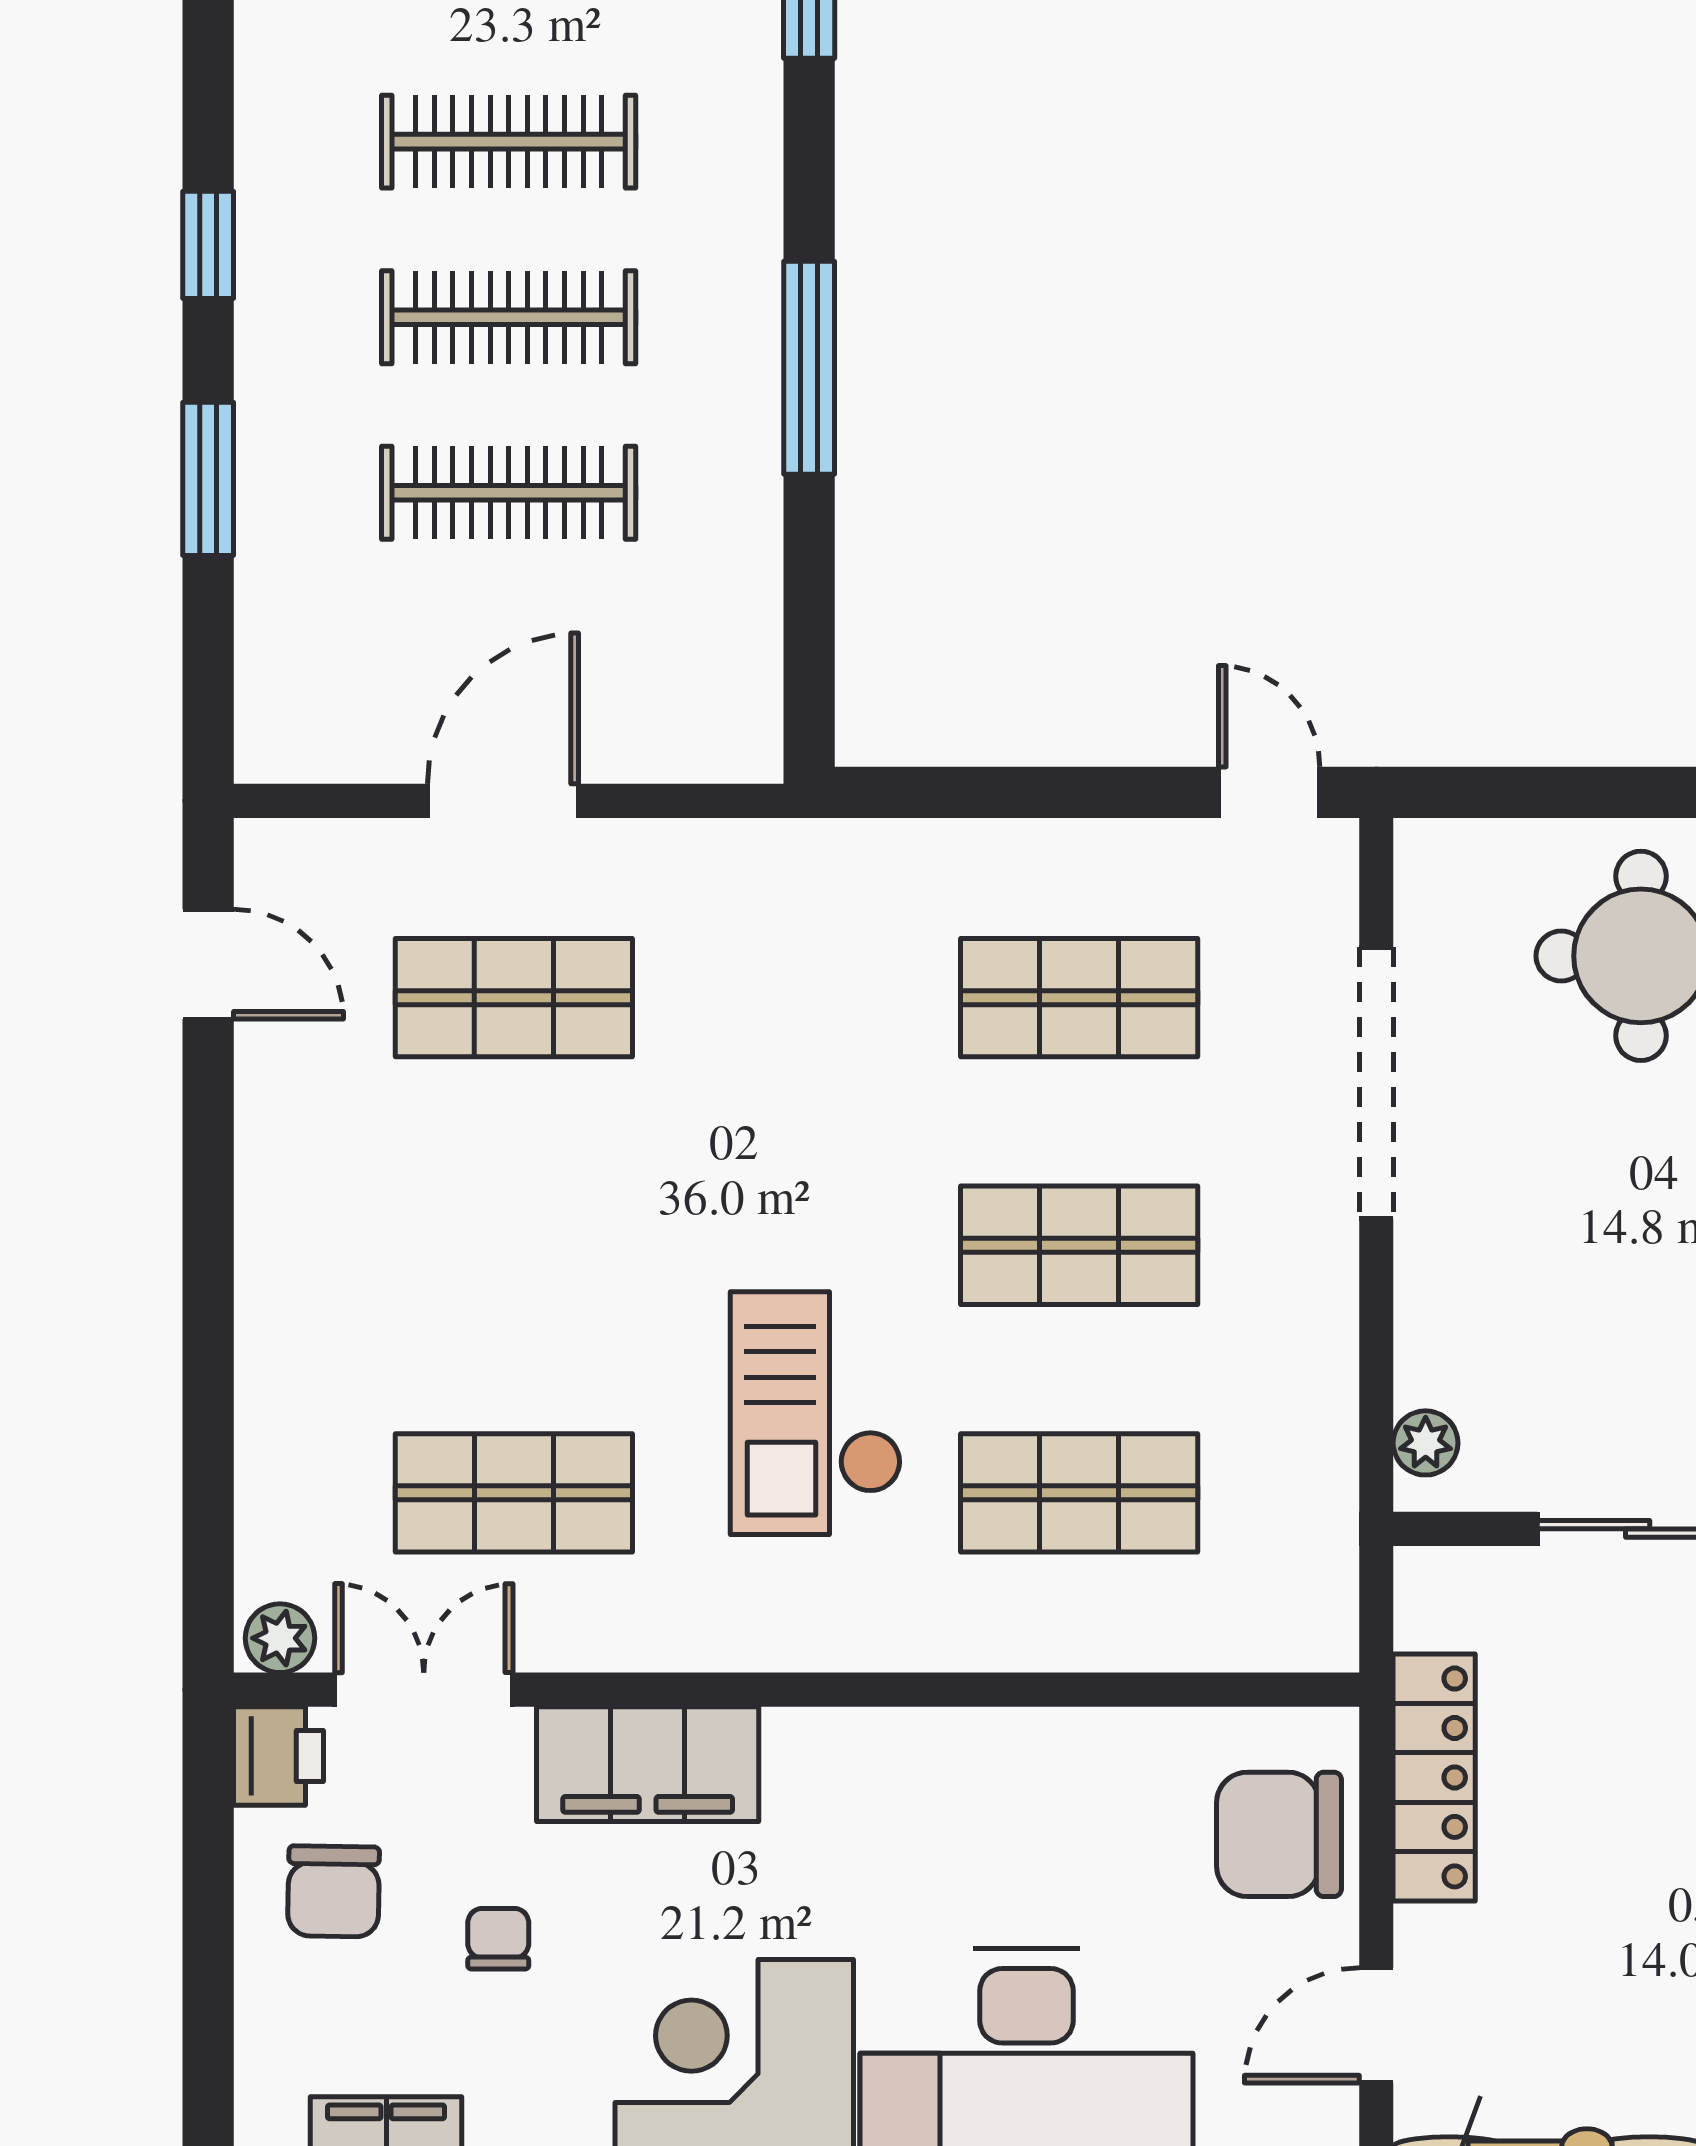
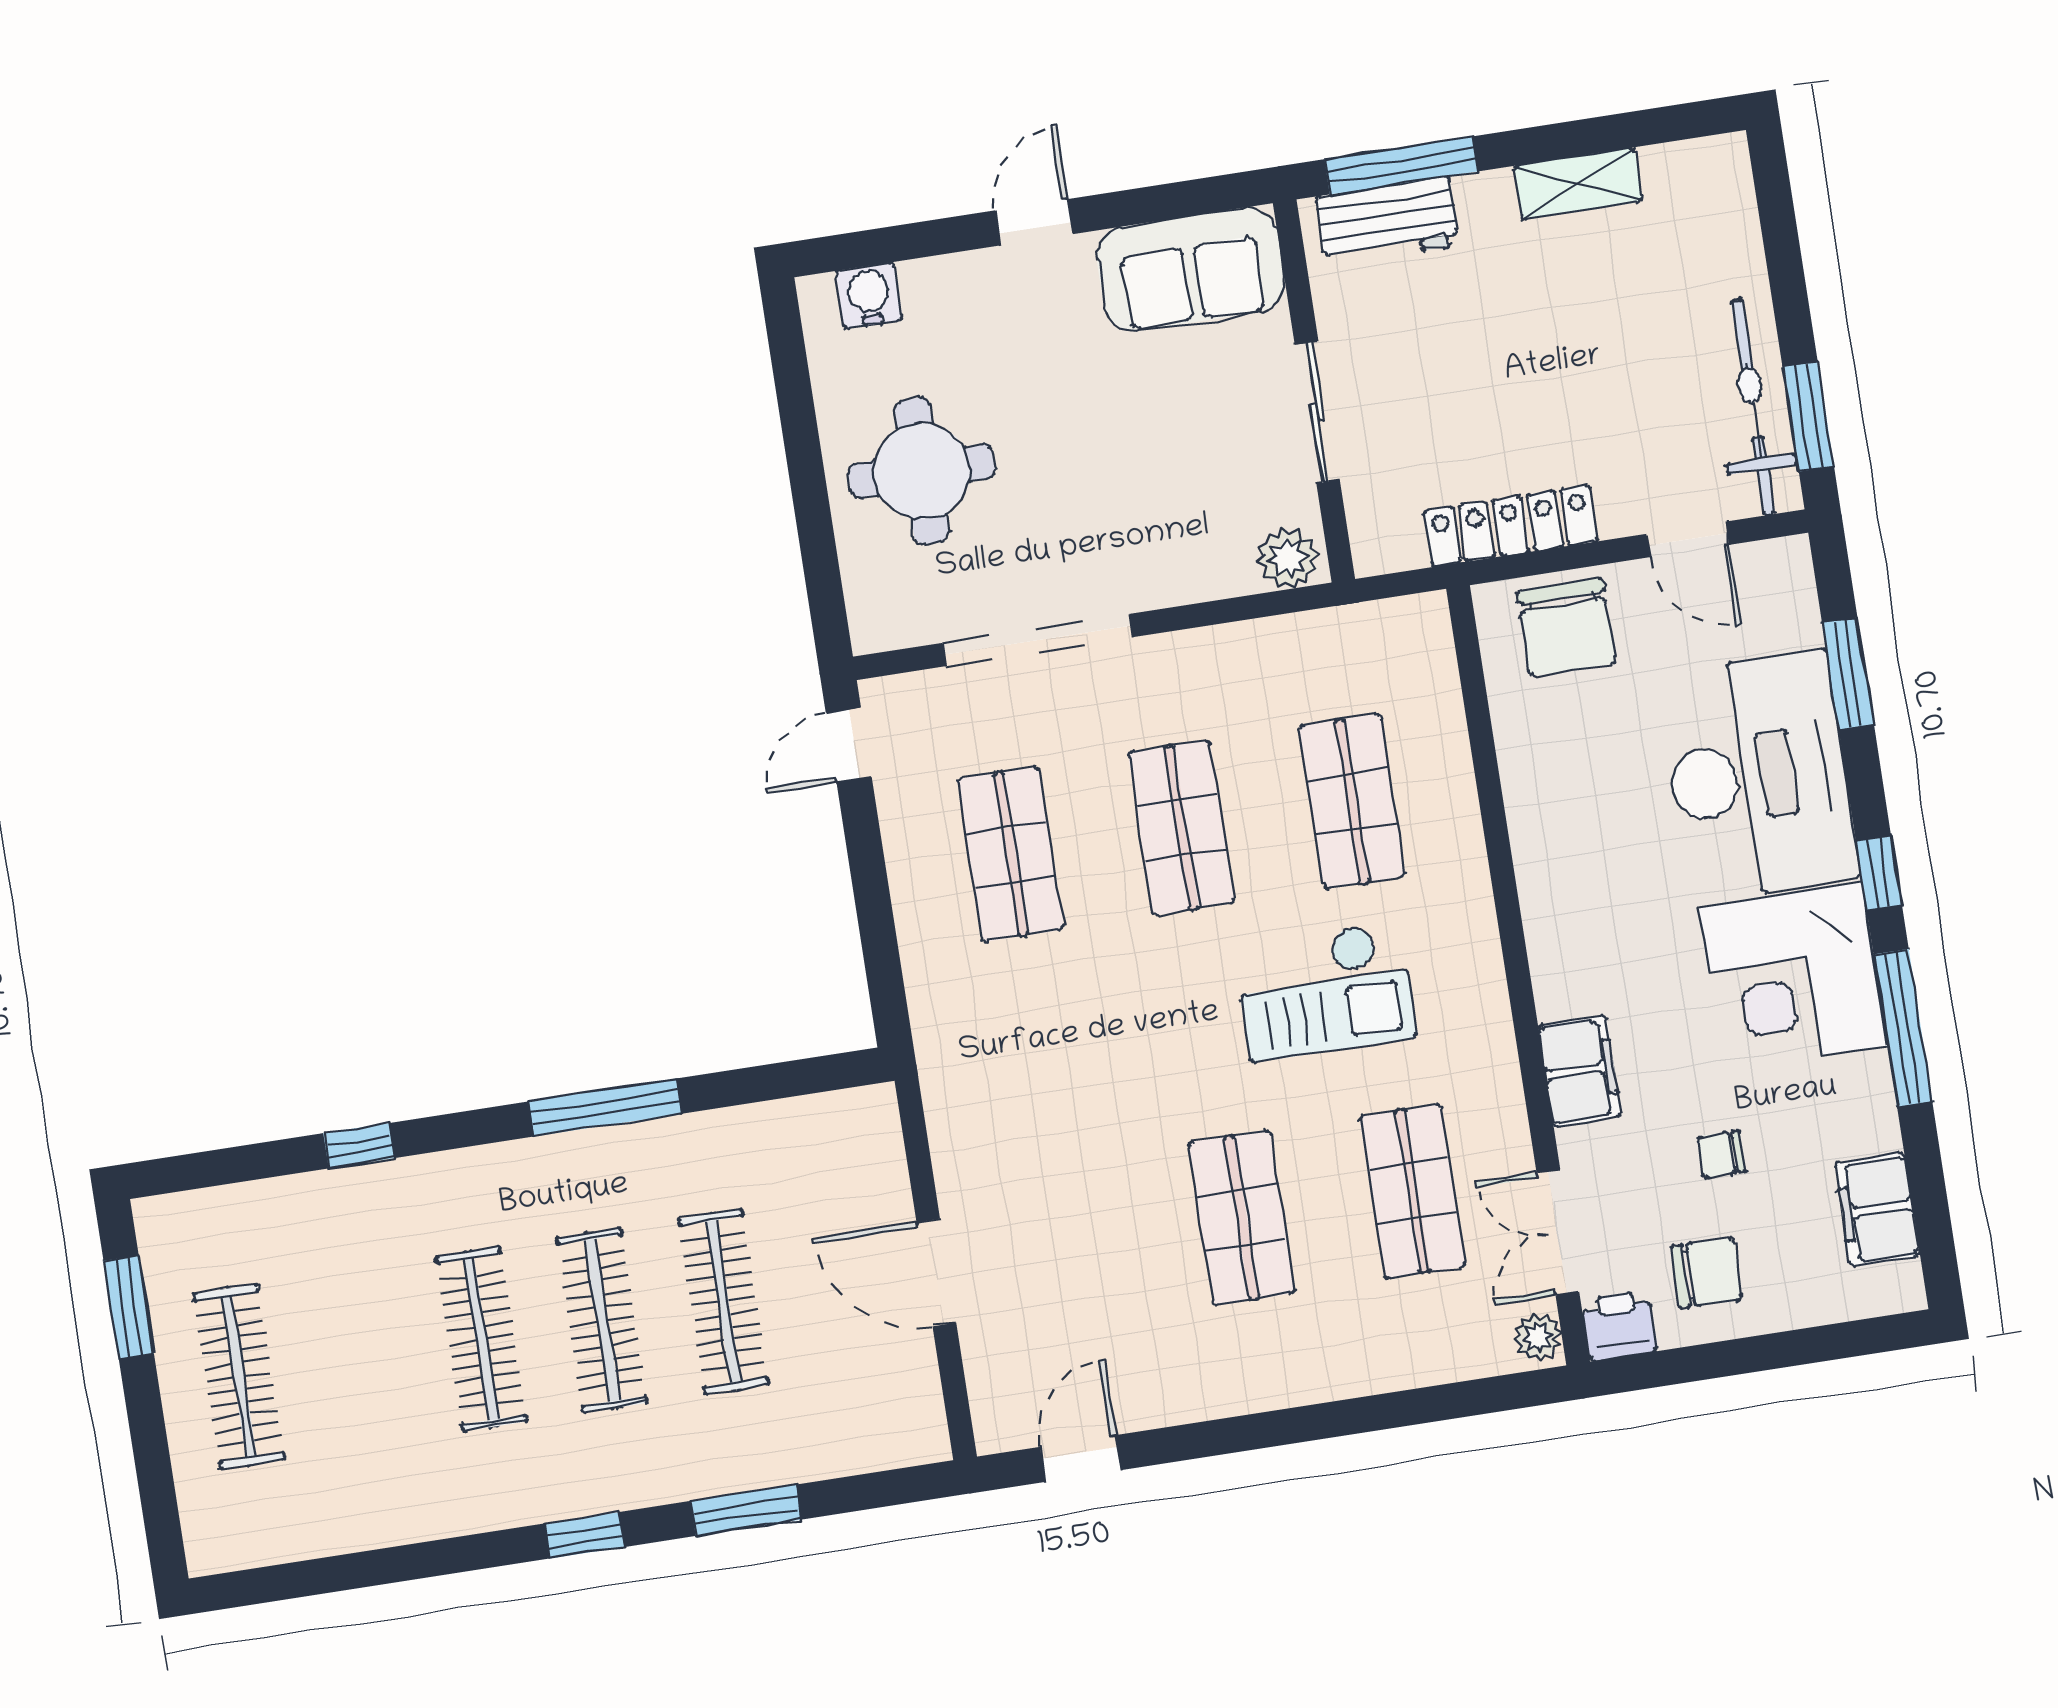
shop shelf: (514, 998) -> (1242, 1218), moved
plant: (1426, 1443) -> (1288, 558), width x1.38, depth x1.38
filing cabinet: (648, 1764) -> (1580, 1071), width x0.67, depth x0.86

